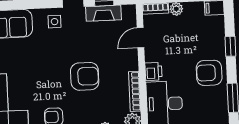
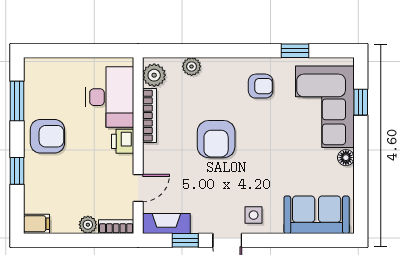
fireplace: (103, 13) -> (166, 223), moved
armchair: (85, 76) -> (216, 139), turned -90

